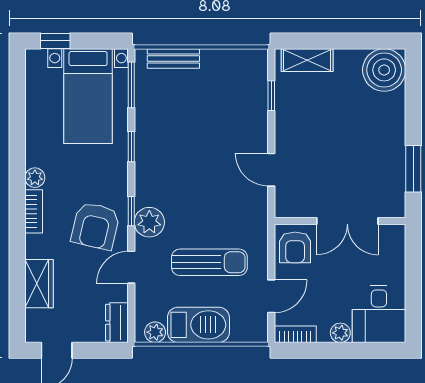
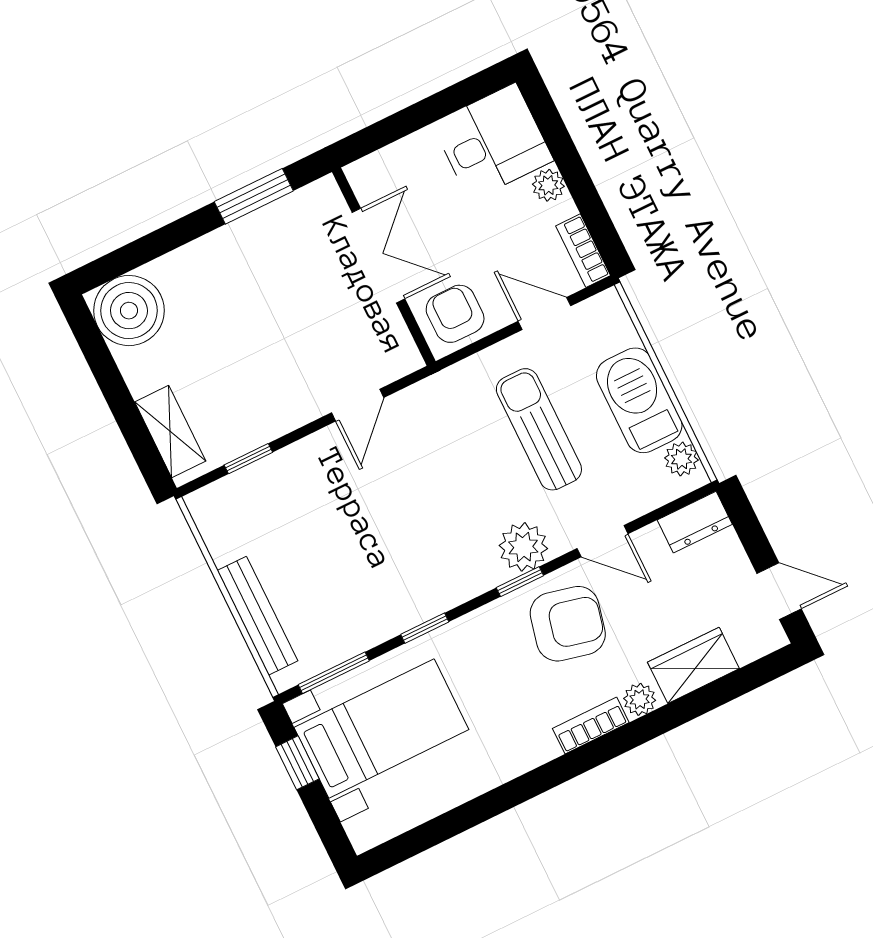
window: (55, 41) -> (297, 763), moved
bench: (173, 58) -> (257, 616), width x1.36
plant: (35, 178) -> (640, 699), moved
armchair: (295, 247) -> (455, 314), turned -90

